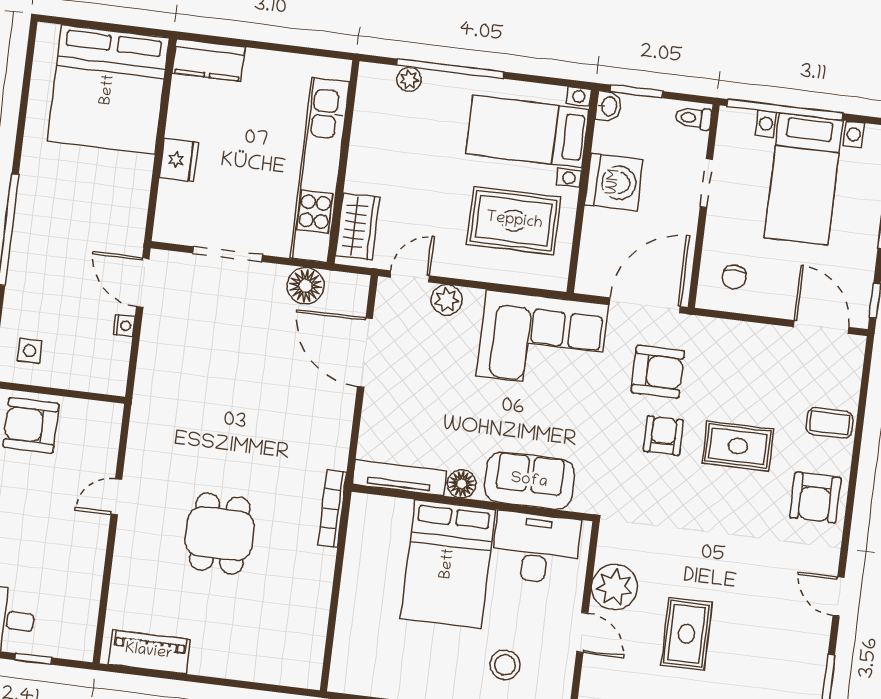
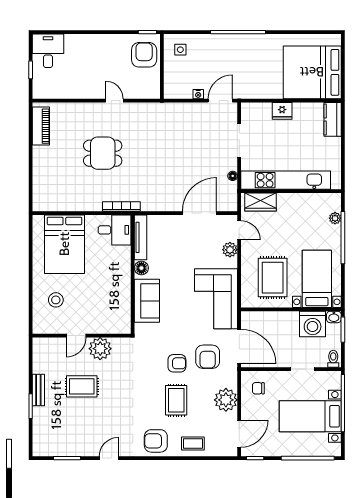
washing machine: (614, 182) -> (313, 324), moved
floor lamp: (306, 286) -> (233, 176), width x0.53, depth x0.53
plant: (749, 346) -> (226, 400), added
coffee table: (830, 423) -> (193, 443), turned 90
desk: (536, 548) -> (115, 230), moved, width x0.73
bed: (448, 564) -> (64, 244), moved, turned -90

